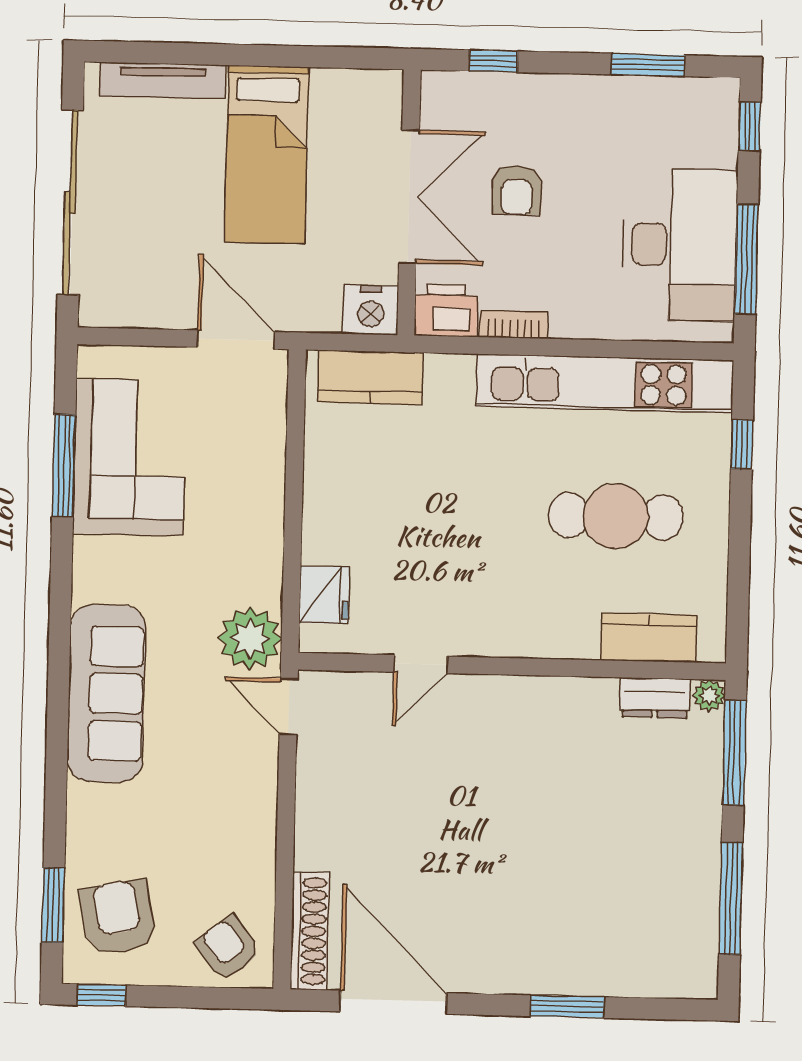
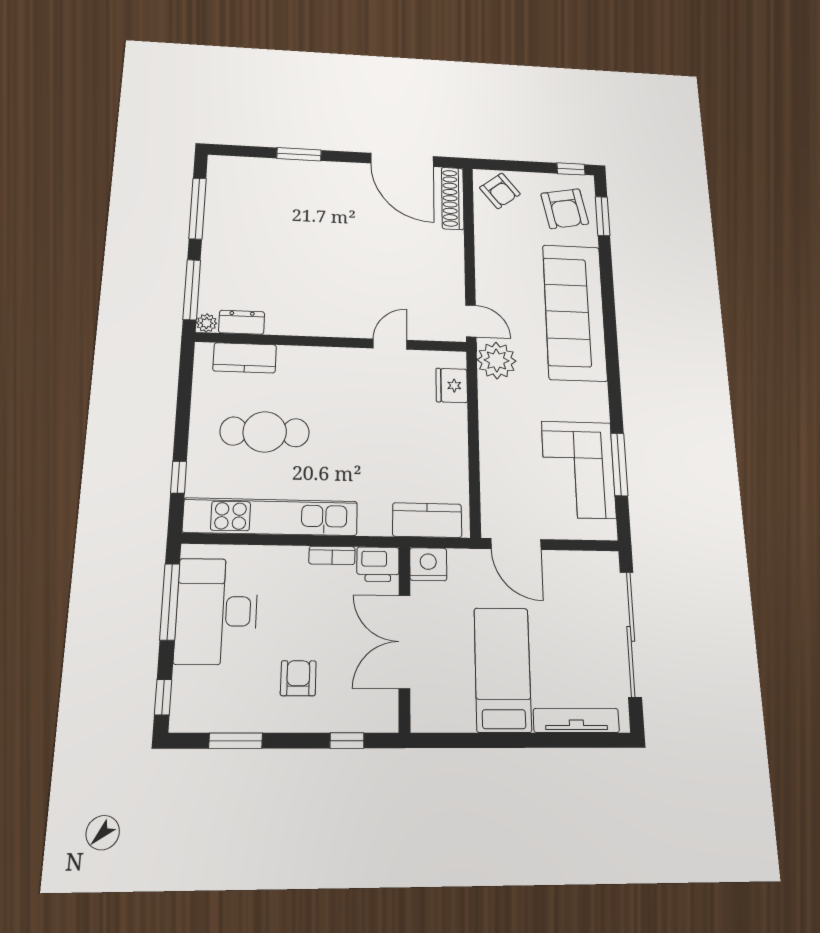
armchair: (517, 190) -> (298, 678), moved
sofa: (106, 693) -> (575, 312), width x1.36, depth x1.27

